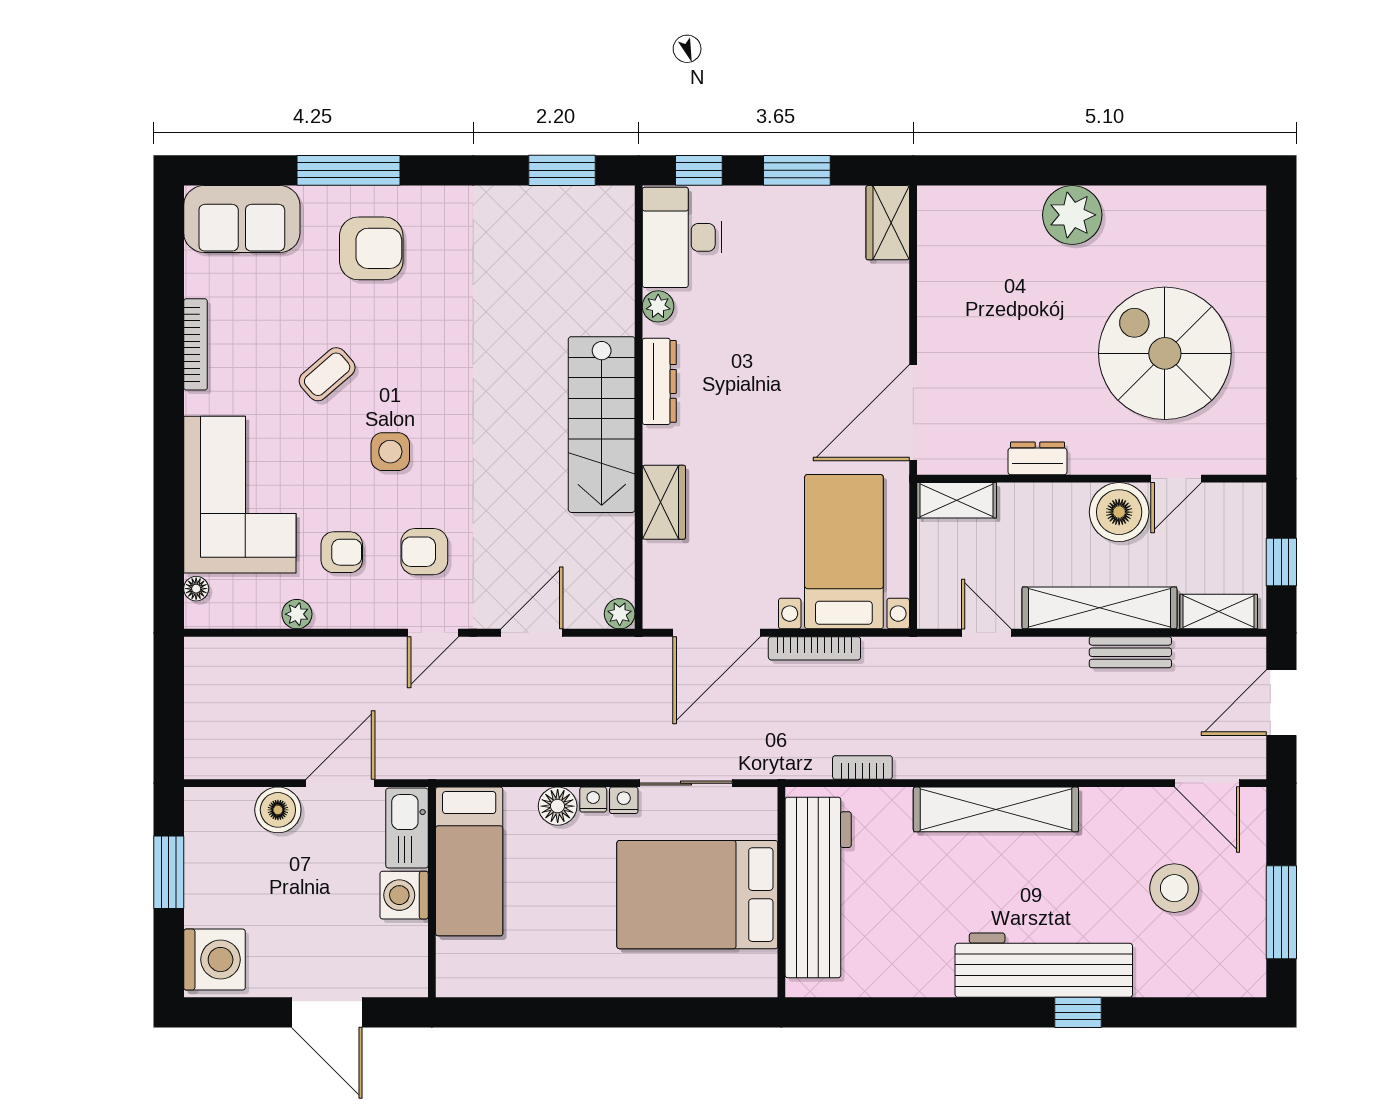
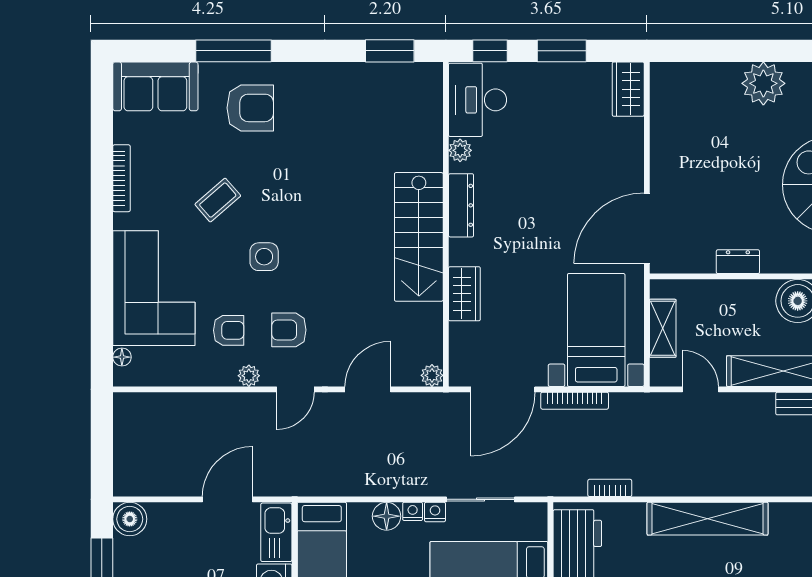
shelving: (957, 500) -> (663, 328), moved, turned 90
plant: (297, 614) -> (249, 376), moved
boiler: (278, 810) -> (130, 519), moved

